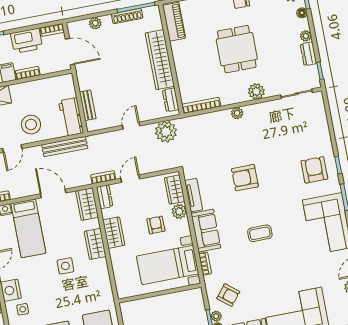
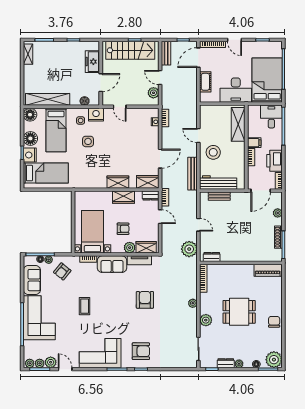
wardrobe: (160, 60) -> (242, 255), removed
workbench: (71, 117) -> (218, 182), width x1.38
bed: (28, 228) -> (138, 136), removed
coffee table: (260, 233) -> (85, 306), moved
side table: (65, 266) -> (88, 141), moved

